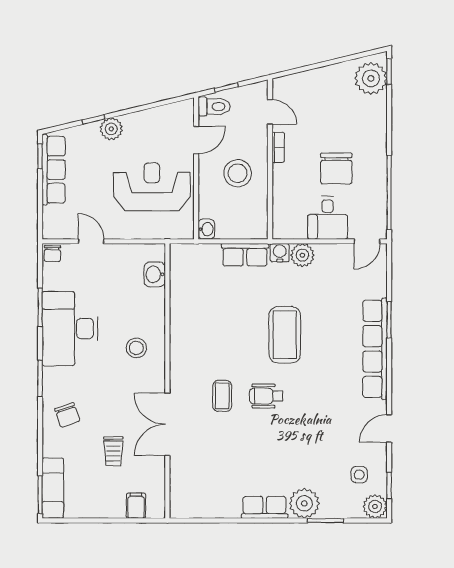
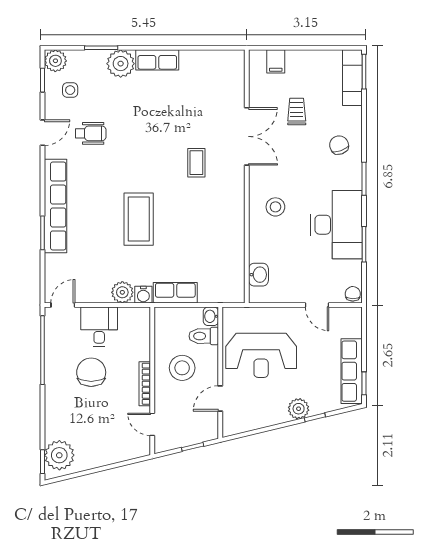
toilet: (214, 107) -> (204, 336), moved
bookcase: (278, 147) -> (145, 384), width x1.56
wheelchair: (266, 396) -> (91, 133), moved

